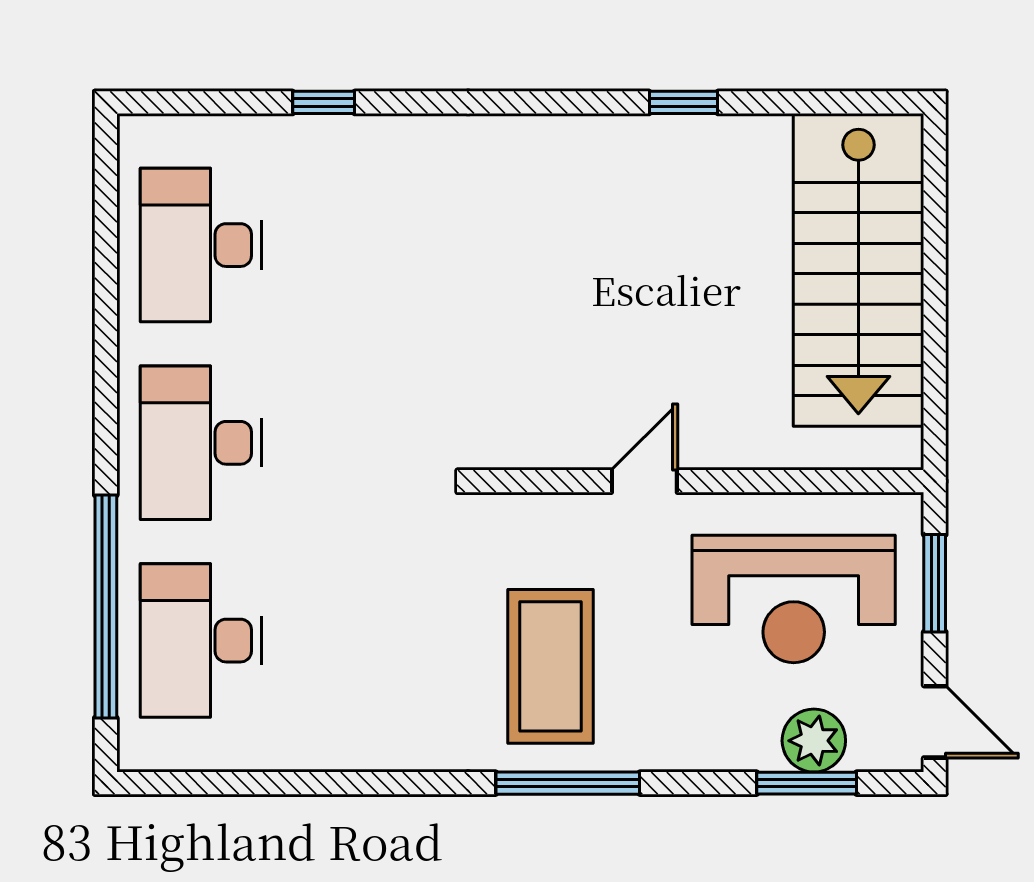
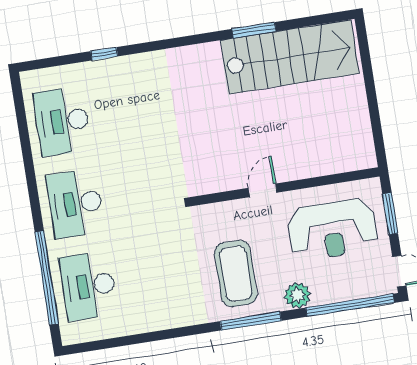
window: (683, 102) -> (254, 30), width x1.50
stairs: (858, 270) -> (290, 57), moved, turned -90
plant: (814, 741) -> (297, 295), moved
window: (807, 783) -> (350, 305), width x2.11

